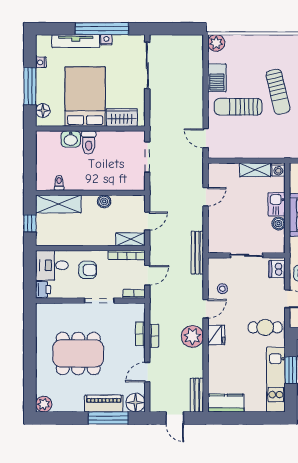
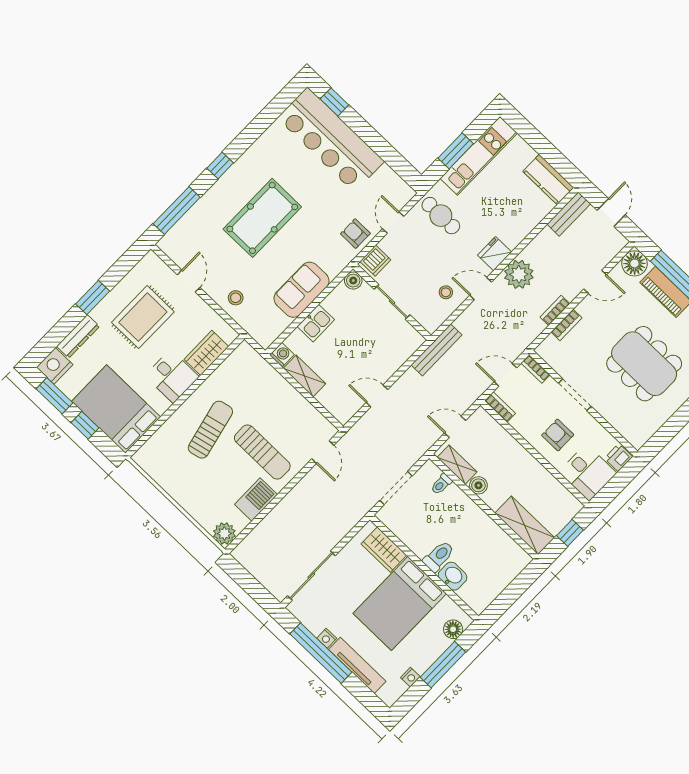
toilet: (59, 183) -> (441, 484), moved
boiler: (279, 224) -> (353, 281), moved
shelving: (130, 239) -> (457, 465), moved
bookcase: (127, 255) -> (500, 407), width x0.64

